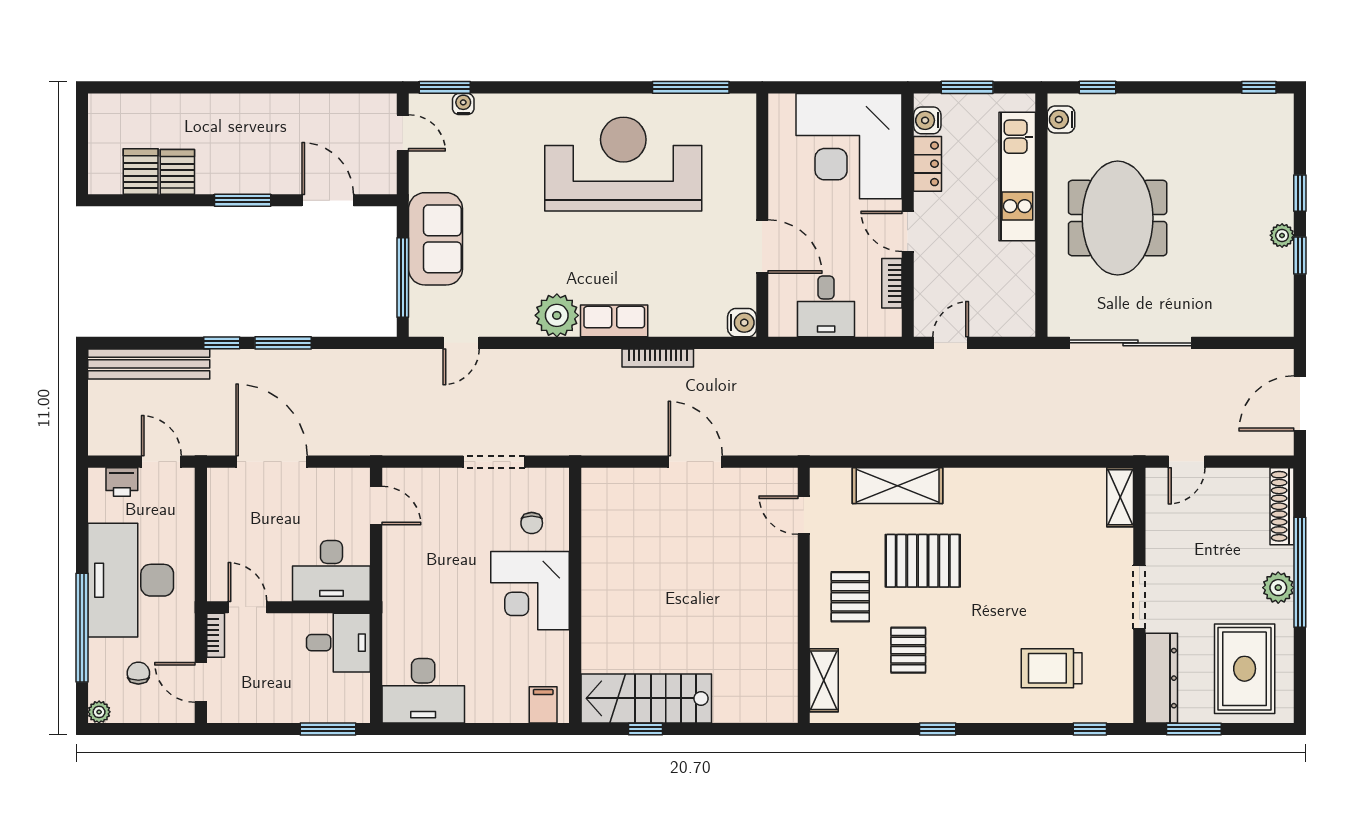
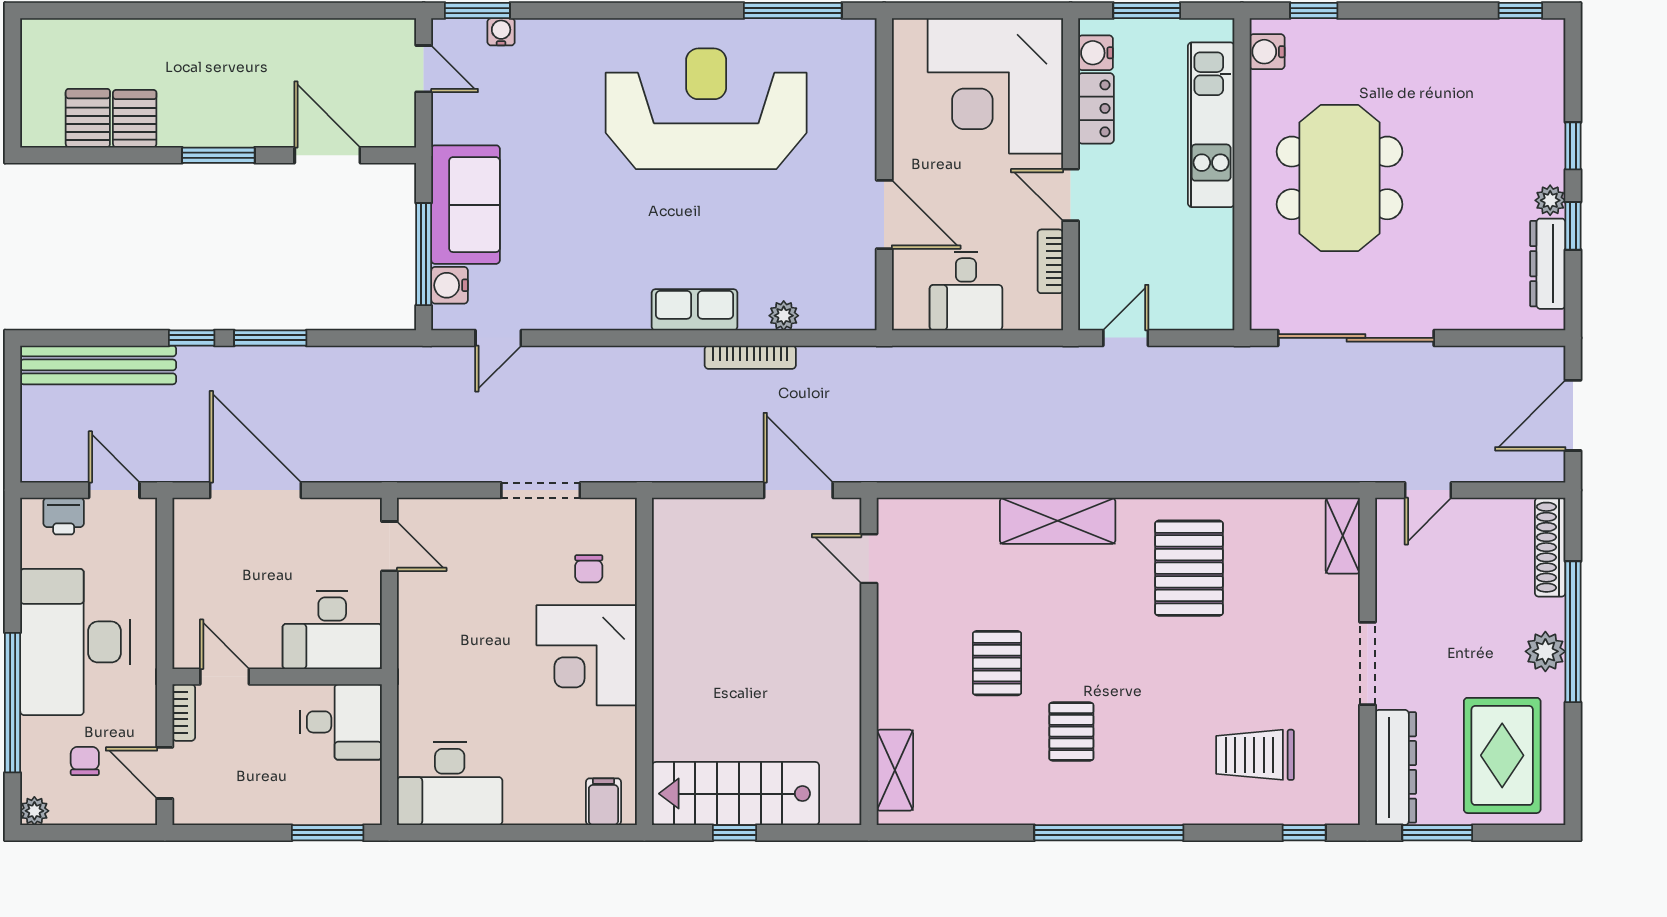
dresser: (1280, 285) -> (1548, 264), added
plant: (557, 315) -> (784, 316), moved, width x0.53, depth x0.53
water cooler: (742, 323) -> (450, 285), moved, turned 180
door: (804, 515) -> (869, 559), moved
pallet: (923, 561) -> (1189, 568), moved, turned 90
wall: (804, 595) -> (869, 661), moved
shelving: (824, 680) -> (895, 770), moved
window: (938, 729) -> (1109, 833), width x3.17

